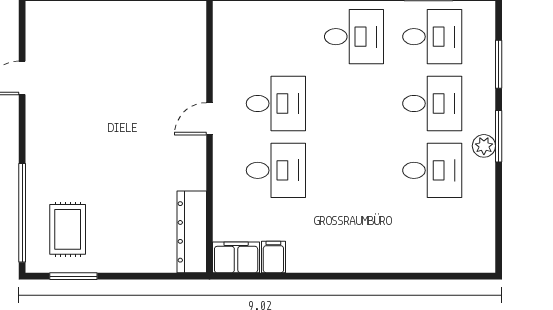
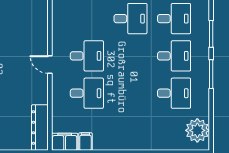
door: (209, 119) -> (50, 64), hinge flipped
plant: (484, 146) -> (197, 130), moved, width x1.87, depth x1.87

